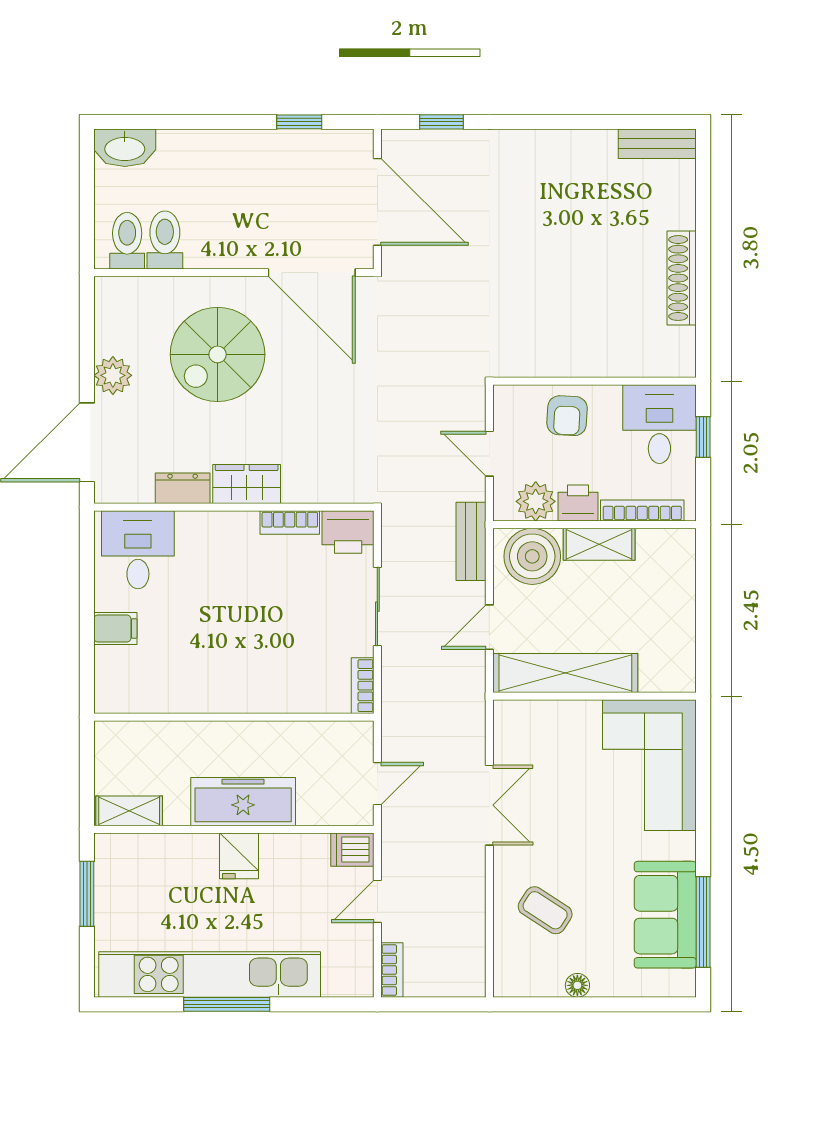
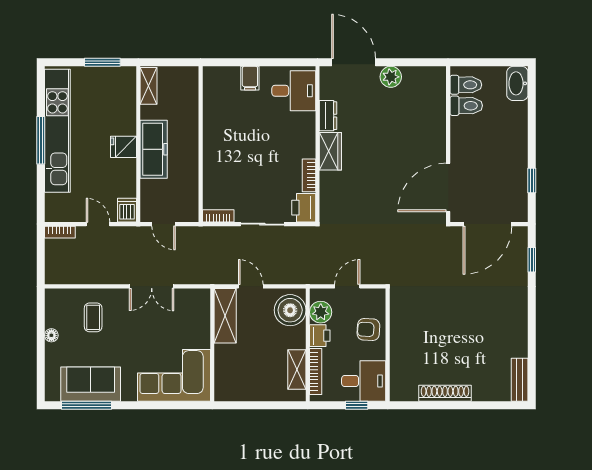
spiral stairs: (218, 354) -> (402, 135), removed
bench: (471, 541) -> (298, 276), removed
shelving: (599, 544) -> (297, 369), moved
shelving: (565, 673) -> (225, 316), width x0.68
coffee table: (545, 910) -> (93, 317), turned -33

